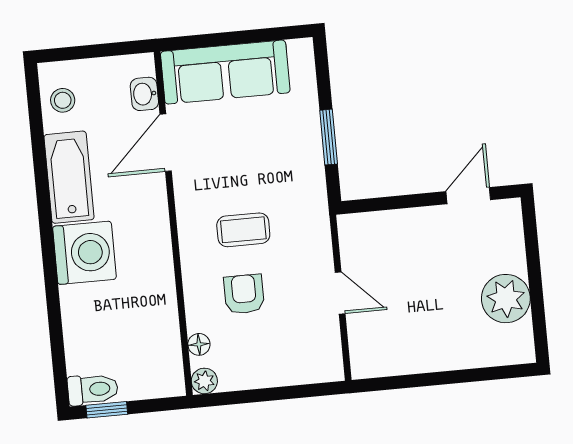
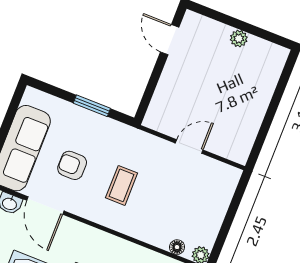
armchair: (244, 294) -> (72, 165), moved
plant: (506, 299) -> (239, 39), width x0.53, depth x0.53

